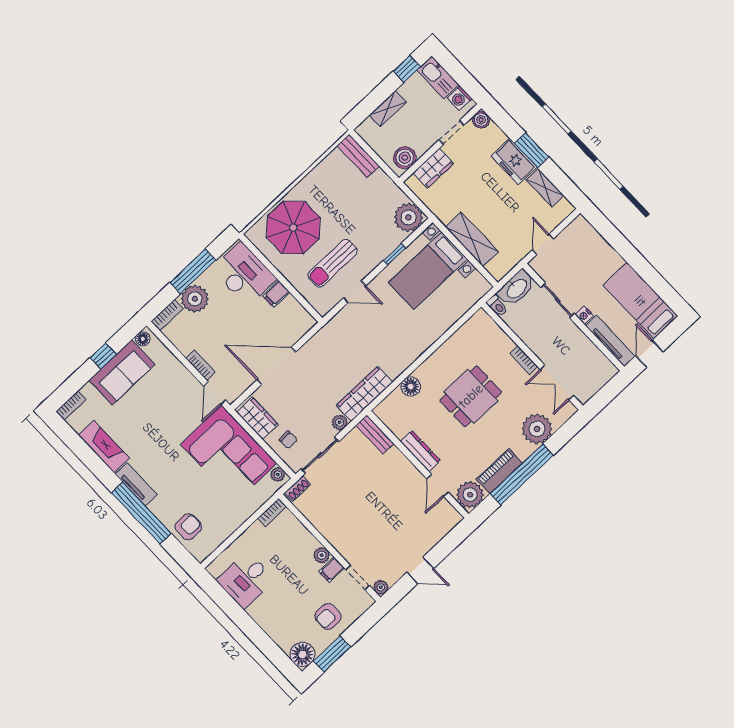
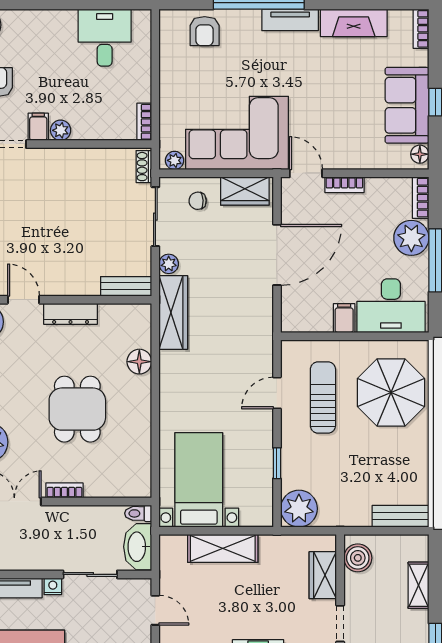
bed with nightstands: (428, 271) -> (199, 480), moved

